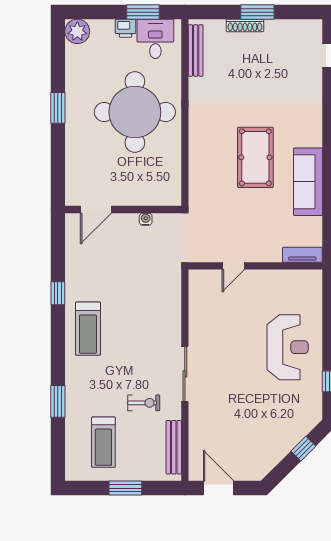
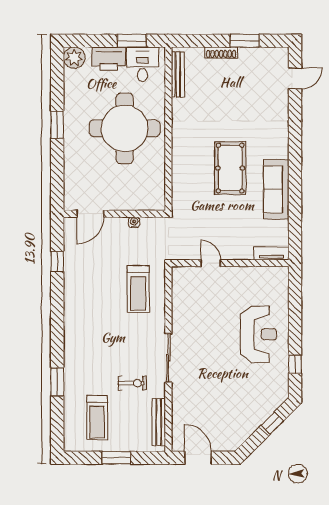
window: (257, 12) -> (245, 41), moved
printer: (126, 28) -> (109, 59), width x1.87, depth x1.48
door: (233, 266) -> (211, 263), swing flipped
window: (58, 293) -> (57, 261), moved
treadmill: (88, 329) -> (138, 289), moved

